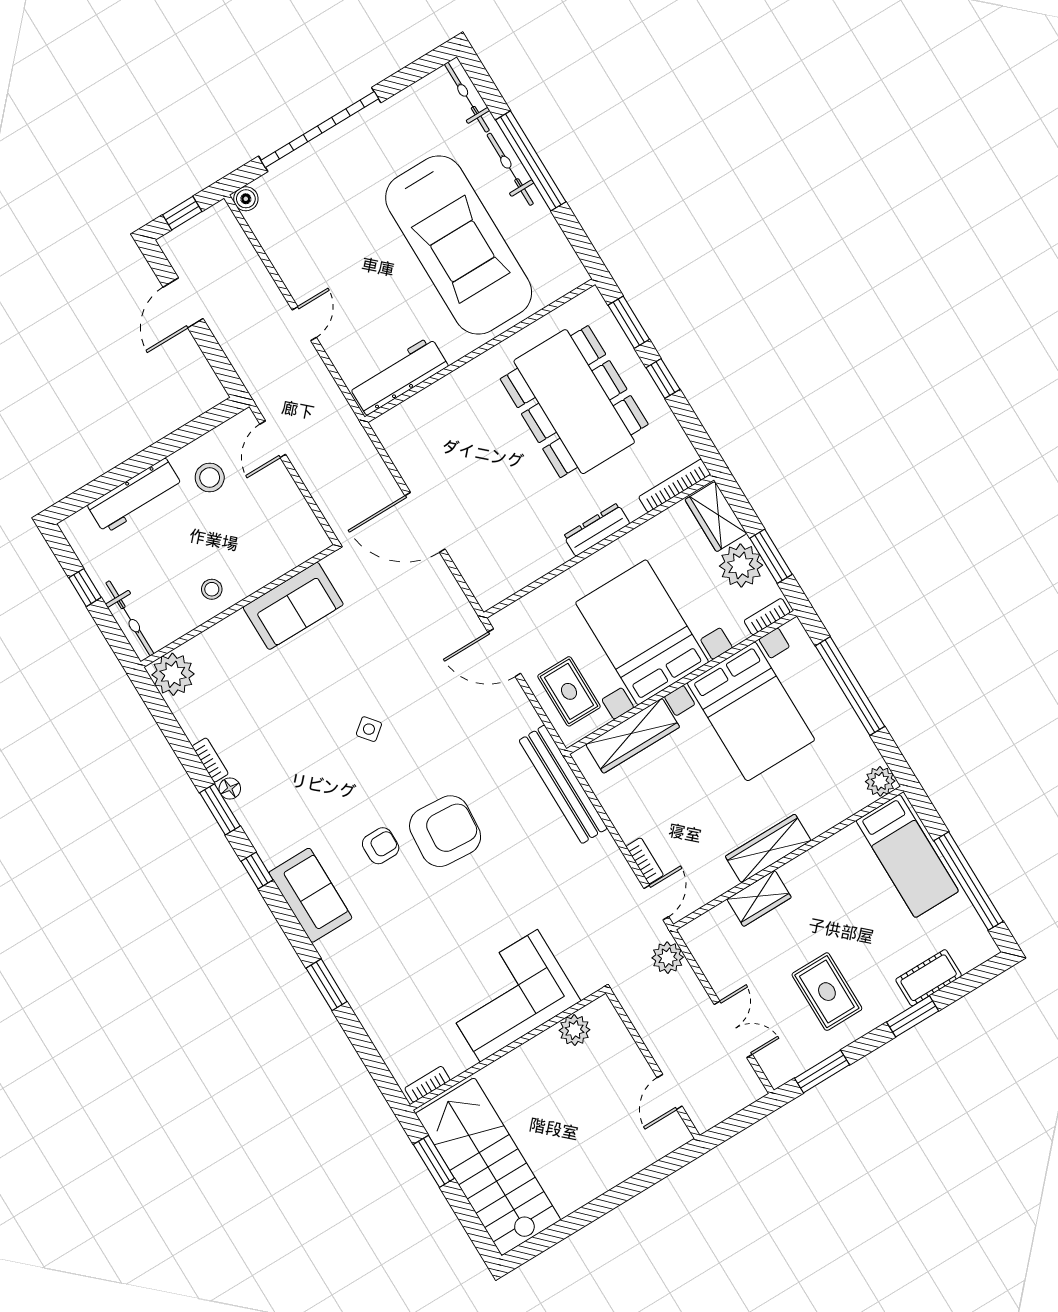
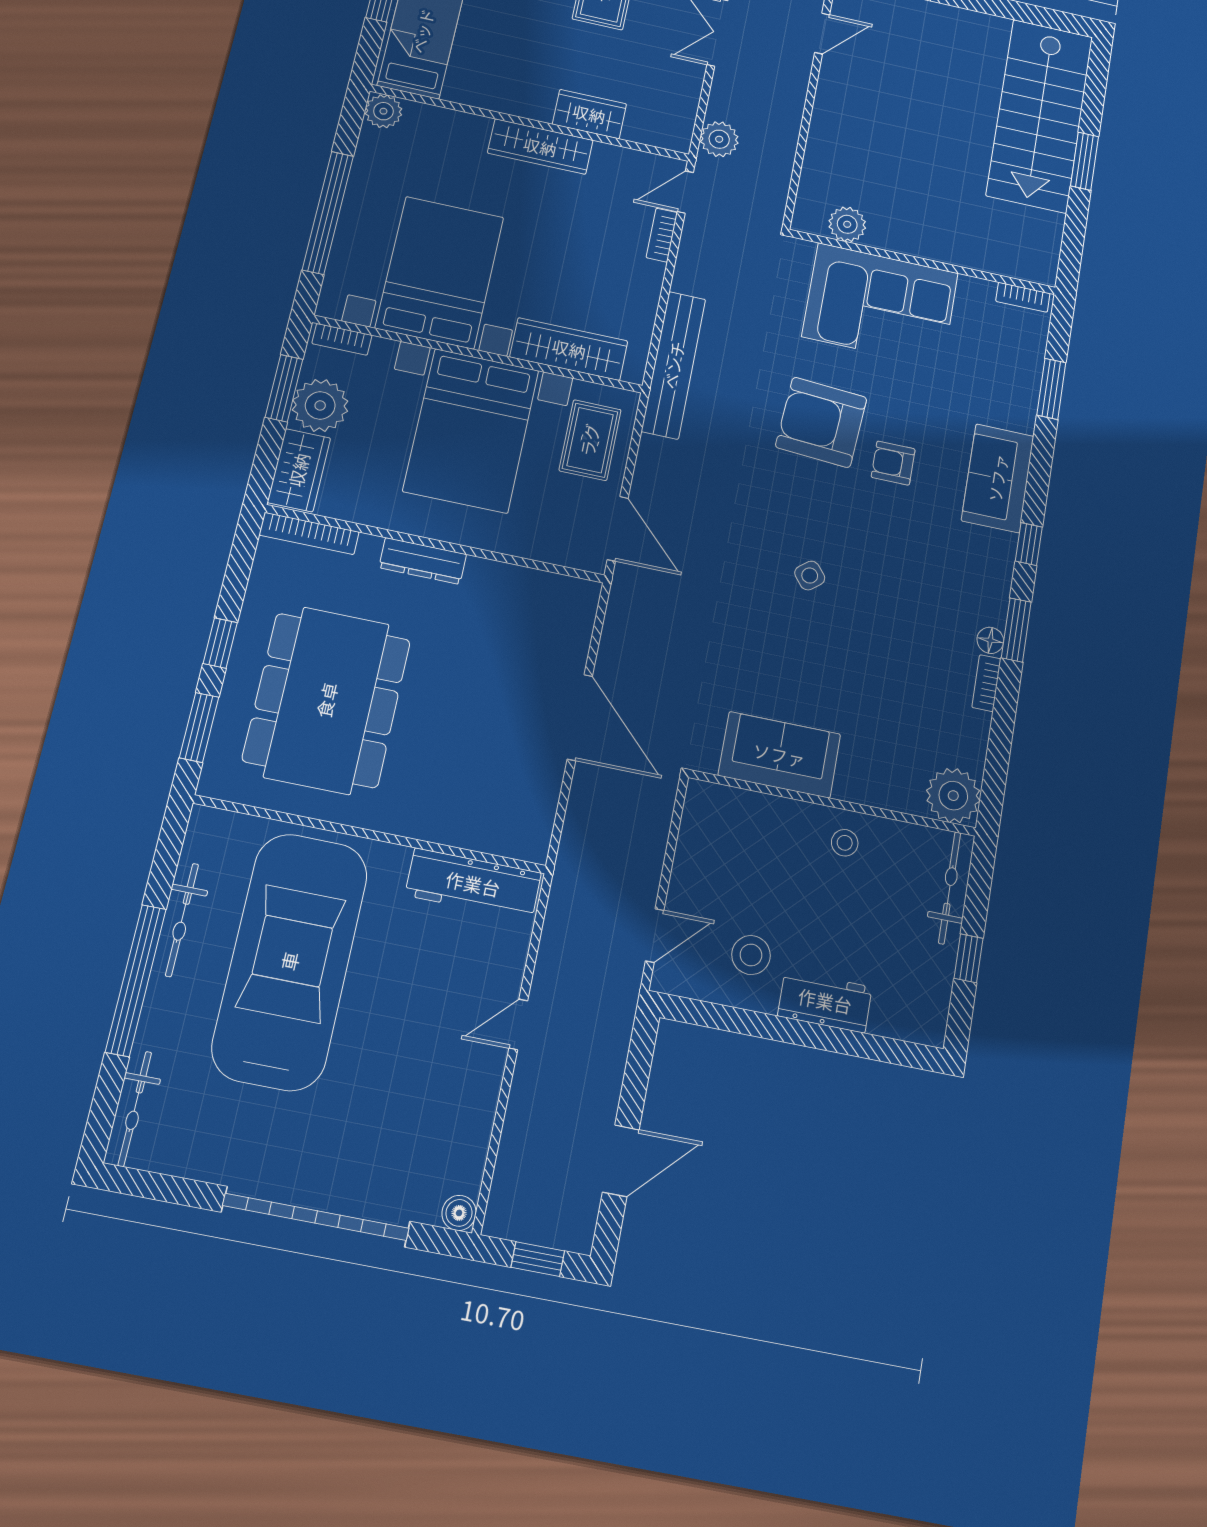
bicycle: (510, 169) -> (182, 920), moved
workbench: (135, 496) -> (825, 1001), width x0.73
corner sofa: (509, 996) -> (880, 305), moved
plant: (575, 1030) -> (847, 224), moved
wall: (508, 1049) -> (922, 262), moved
bookcase: (427, 1084) -> (1023, 297), moved

